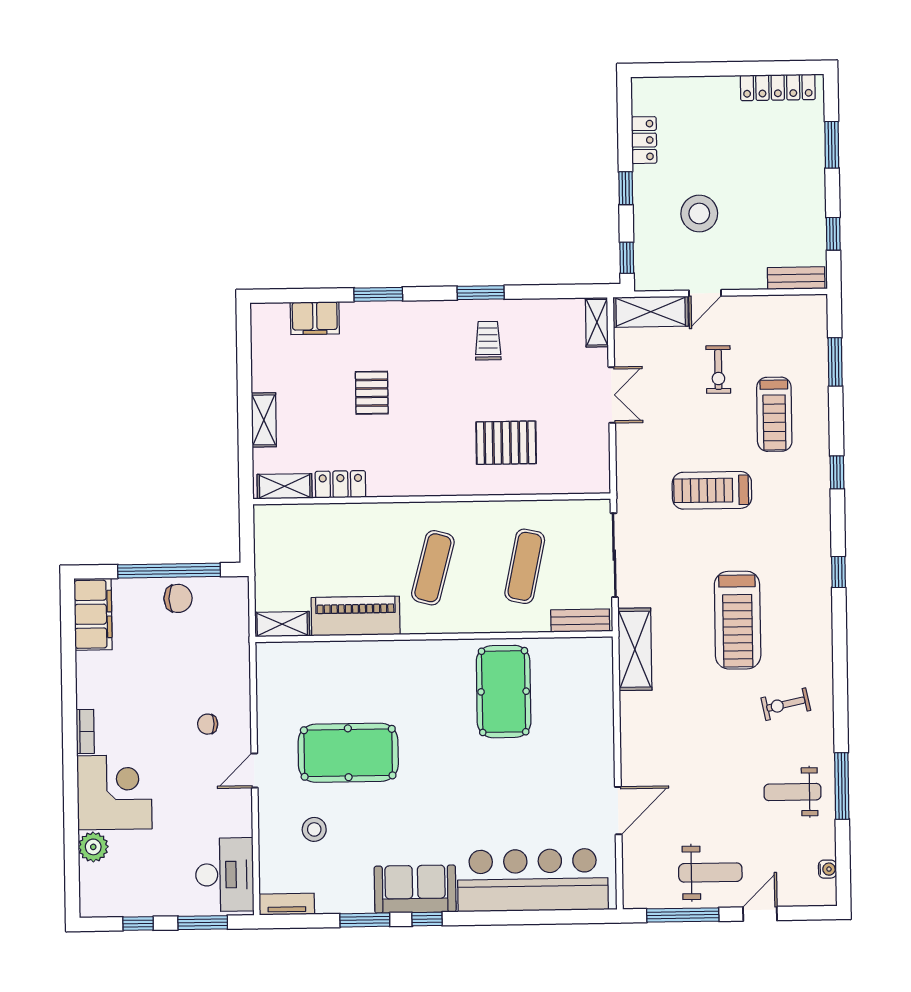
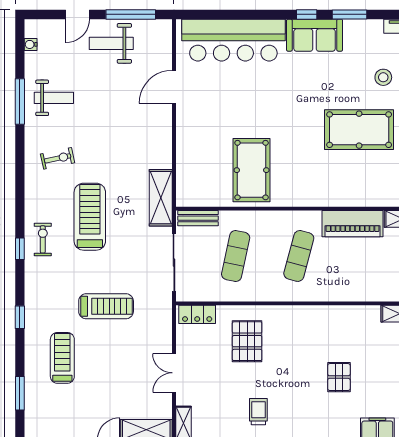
trolley: (488, 341) -> (258, 412), turned 180
exercise bike: (718, 369) -> (43, 239), moved
pallet: (506, 443) -> (247, 341), turned 90
locker: (340, 484) -> (197, 314), moved

